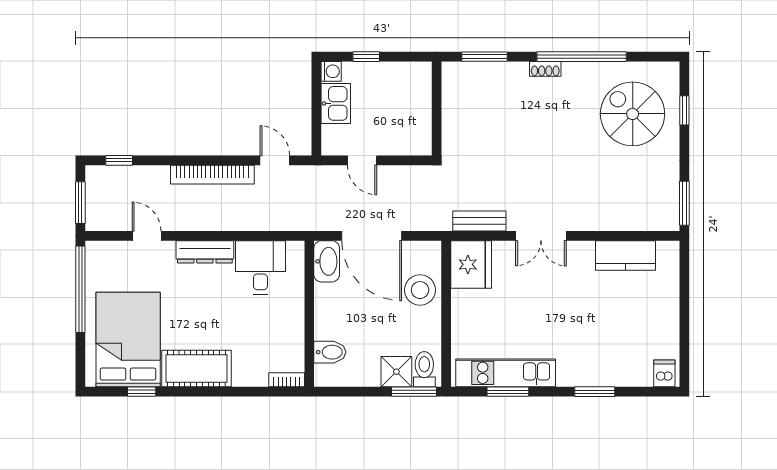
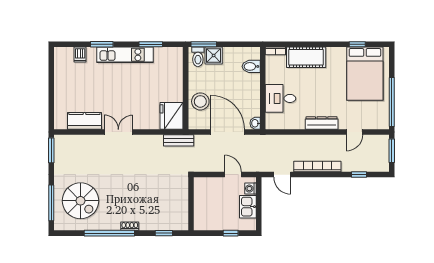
window: (485, 57) -> (164, 233), width x0.67
washing machine: (331, 71) -> (250, 189), moved
window: (684, 110) -> (51, 203), width x2.17
window: (119, 160) -> (359, 175), moved
bench: (479, 221) -> (179, 140), moved
door: (147, 236) -> (354, 132), hinge flipped
double door: (541, 236) -> (118, 132), moved
washbasin: (327, 261) -> (255, 123), width x0.52, depth x0.69
desk: (260, 267) -> (281, 98), moved, turned 90
cot: (196, 369) -> (306, 57), moved
kitchen unit: (506, 373) -> (125, 55), moved
dishwasher: (664, 373) -> (80, 55), moved

